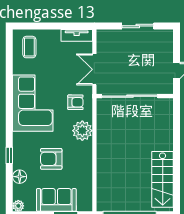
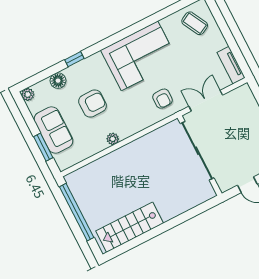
coffee table: (29, 47) -> (195, 23), turned 62
plant: (82, 131) -> (113, 139), moved, width x0.53, depth x0.53
armchair: (51, 159) -> (93, 104), turned 90

